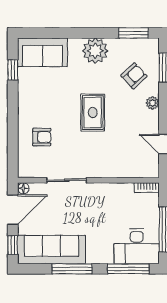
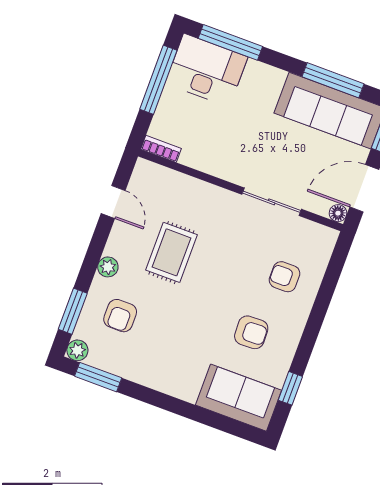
plant: (95, 51) -> (77, 350), moved, width x0.53, depth x0.53
armchair: (134, 76) -> (120, 316), turned -47
armchair: (50, 95) -> (251, 332), added
rug: (93, 113) -> (171, 252), moved
window: (72, 269) -> (333, 80), moved

